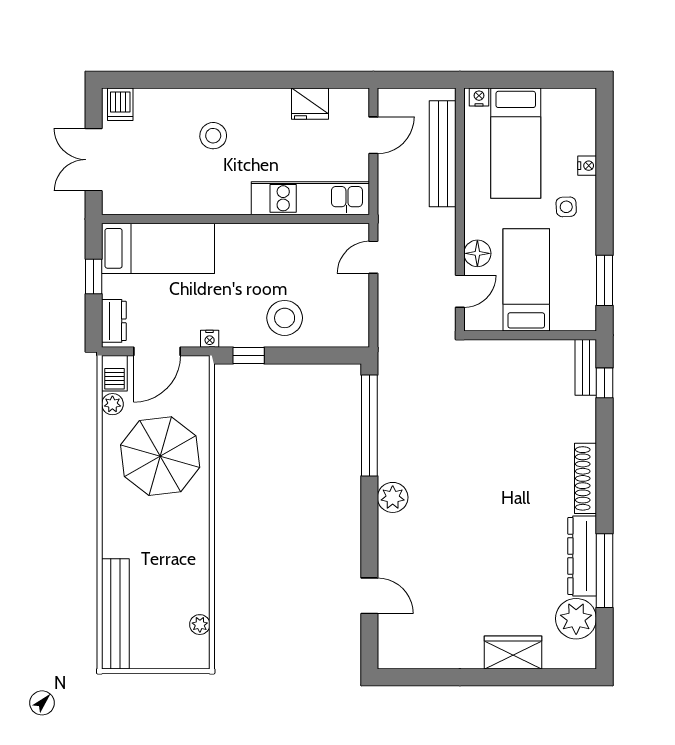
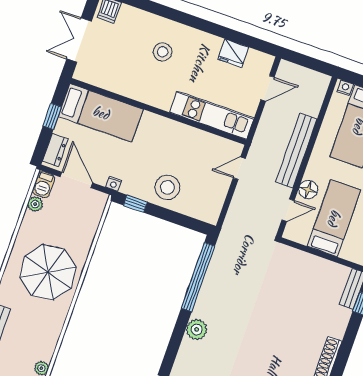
bench: (443, 154) -> (296, 151), moved
door: (157, 351) -> (76, 180), swing flipped
parasol: (160, 456) -> (48, 272), moved

